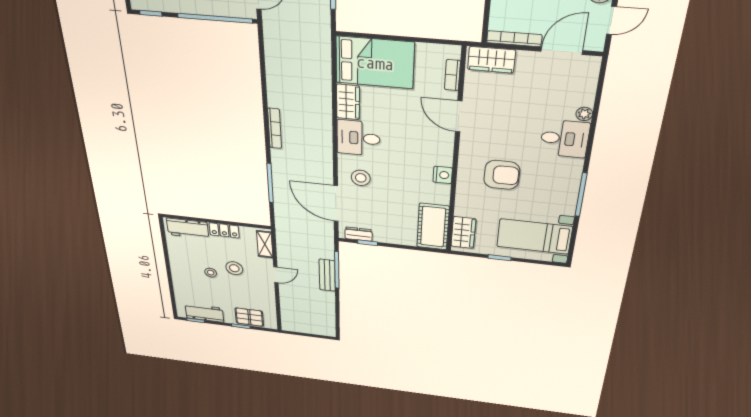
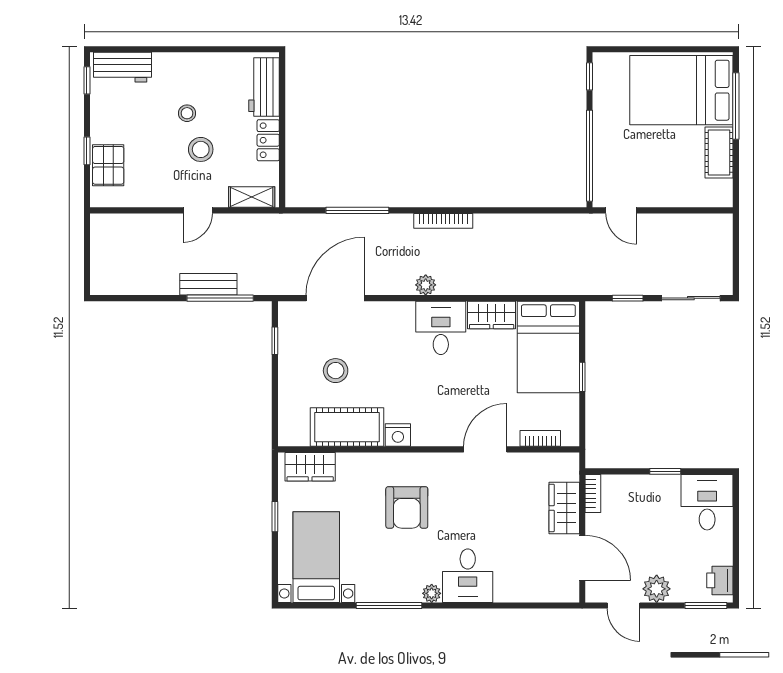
window: (401, 38) -> (582, 377), added
bookcase: (514, 39) -> (593, 493), width x0.64
wardrobe: (491, 60) -> (564, 508), moved
plant: (584, 114) -> (432, 593), moved
plant: (325, 145) -> (426, 285), added
stool: (361, 178) -> (336, 371), moved
cot: (433, 227) -> (347, 427), moved
dresser: (359, 234) -> (288, 329), removed
door: (276, 275) -> (198, 210), hinge flipped
workbench: (204, 313) -> (122, 67), moved, turned 90

